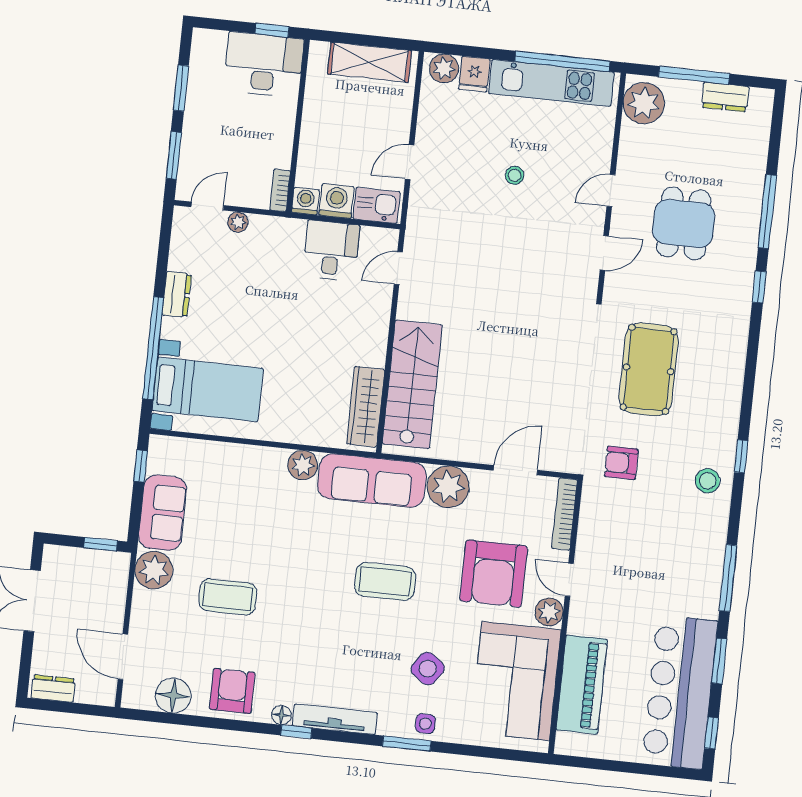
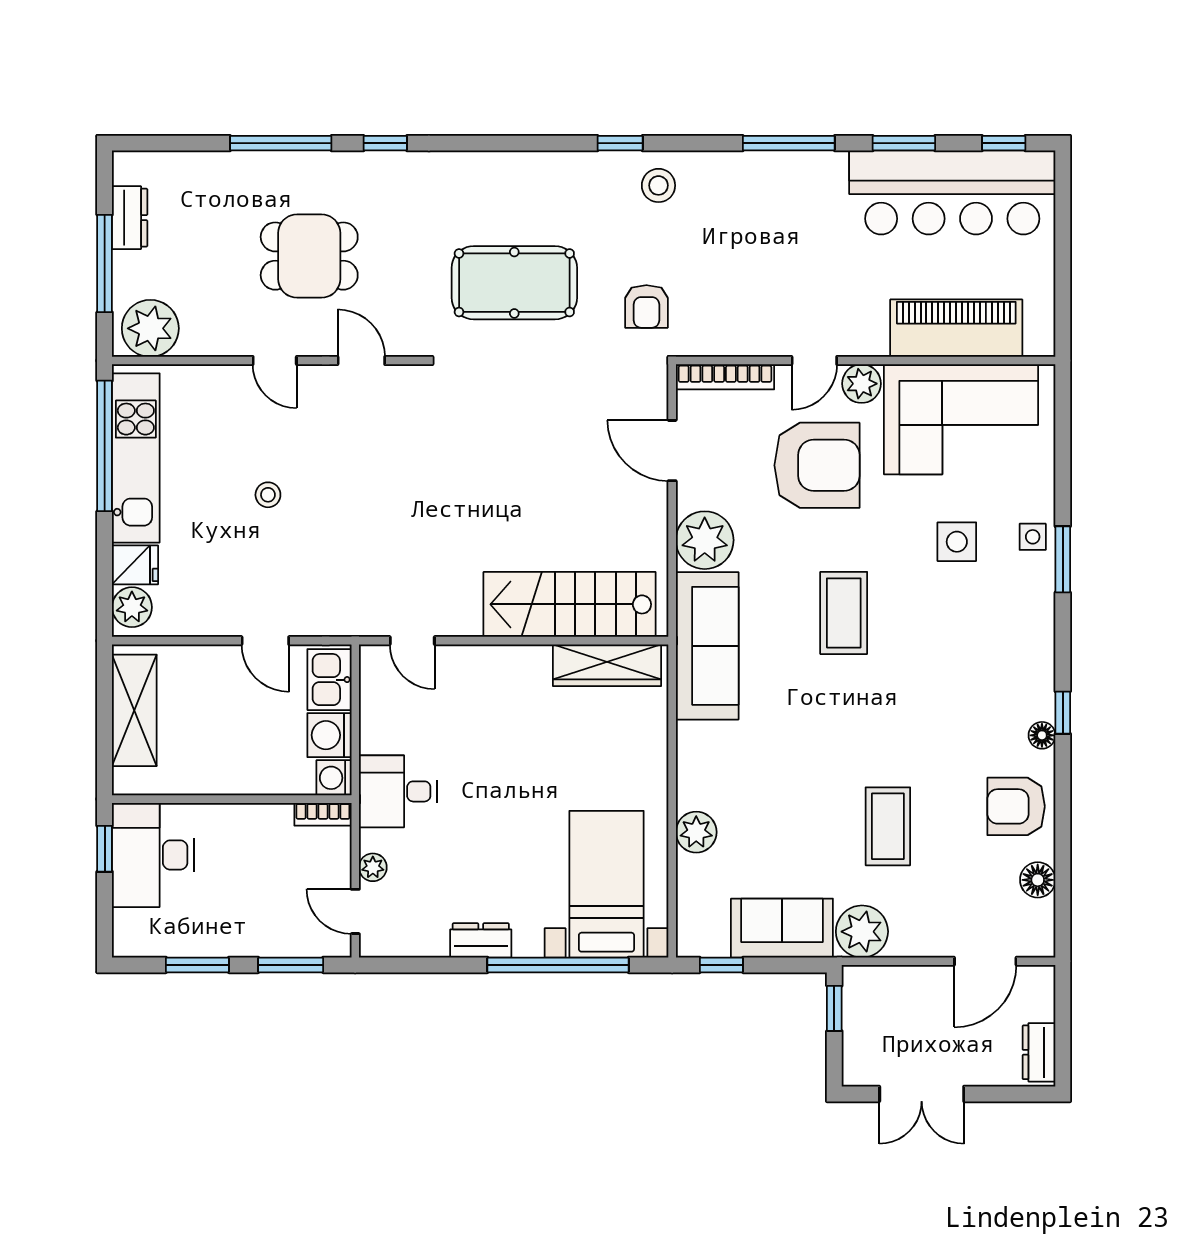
desk: (331, 250) -> (398, 791), moved
plant: (303, 465) -> (696, 832), moved
side table: (428, 669) -> (957, 542), turned -35
floor lamp: (173, 696) -> (1038, 880), width x0.73, depth x0.73
tv unit: (335, 719) -> (1040, 662), removed

